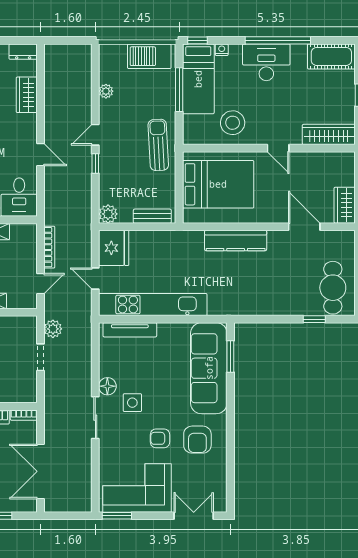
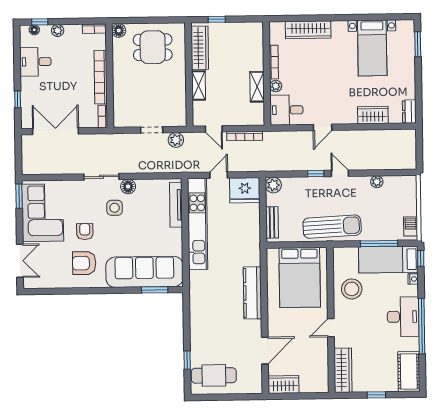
barbecue: (149, 56) -> (411, 226), width x0.53, depth x0.65
sun lounger: (158, 145) -> (332, 227), width x1.36, depth x1.34

